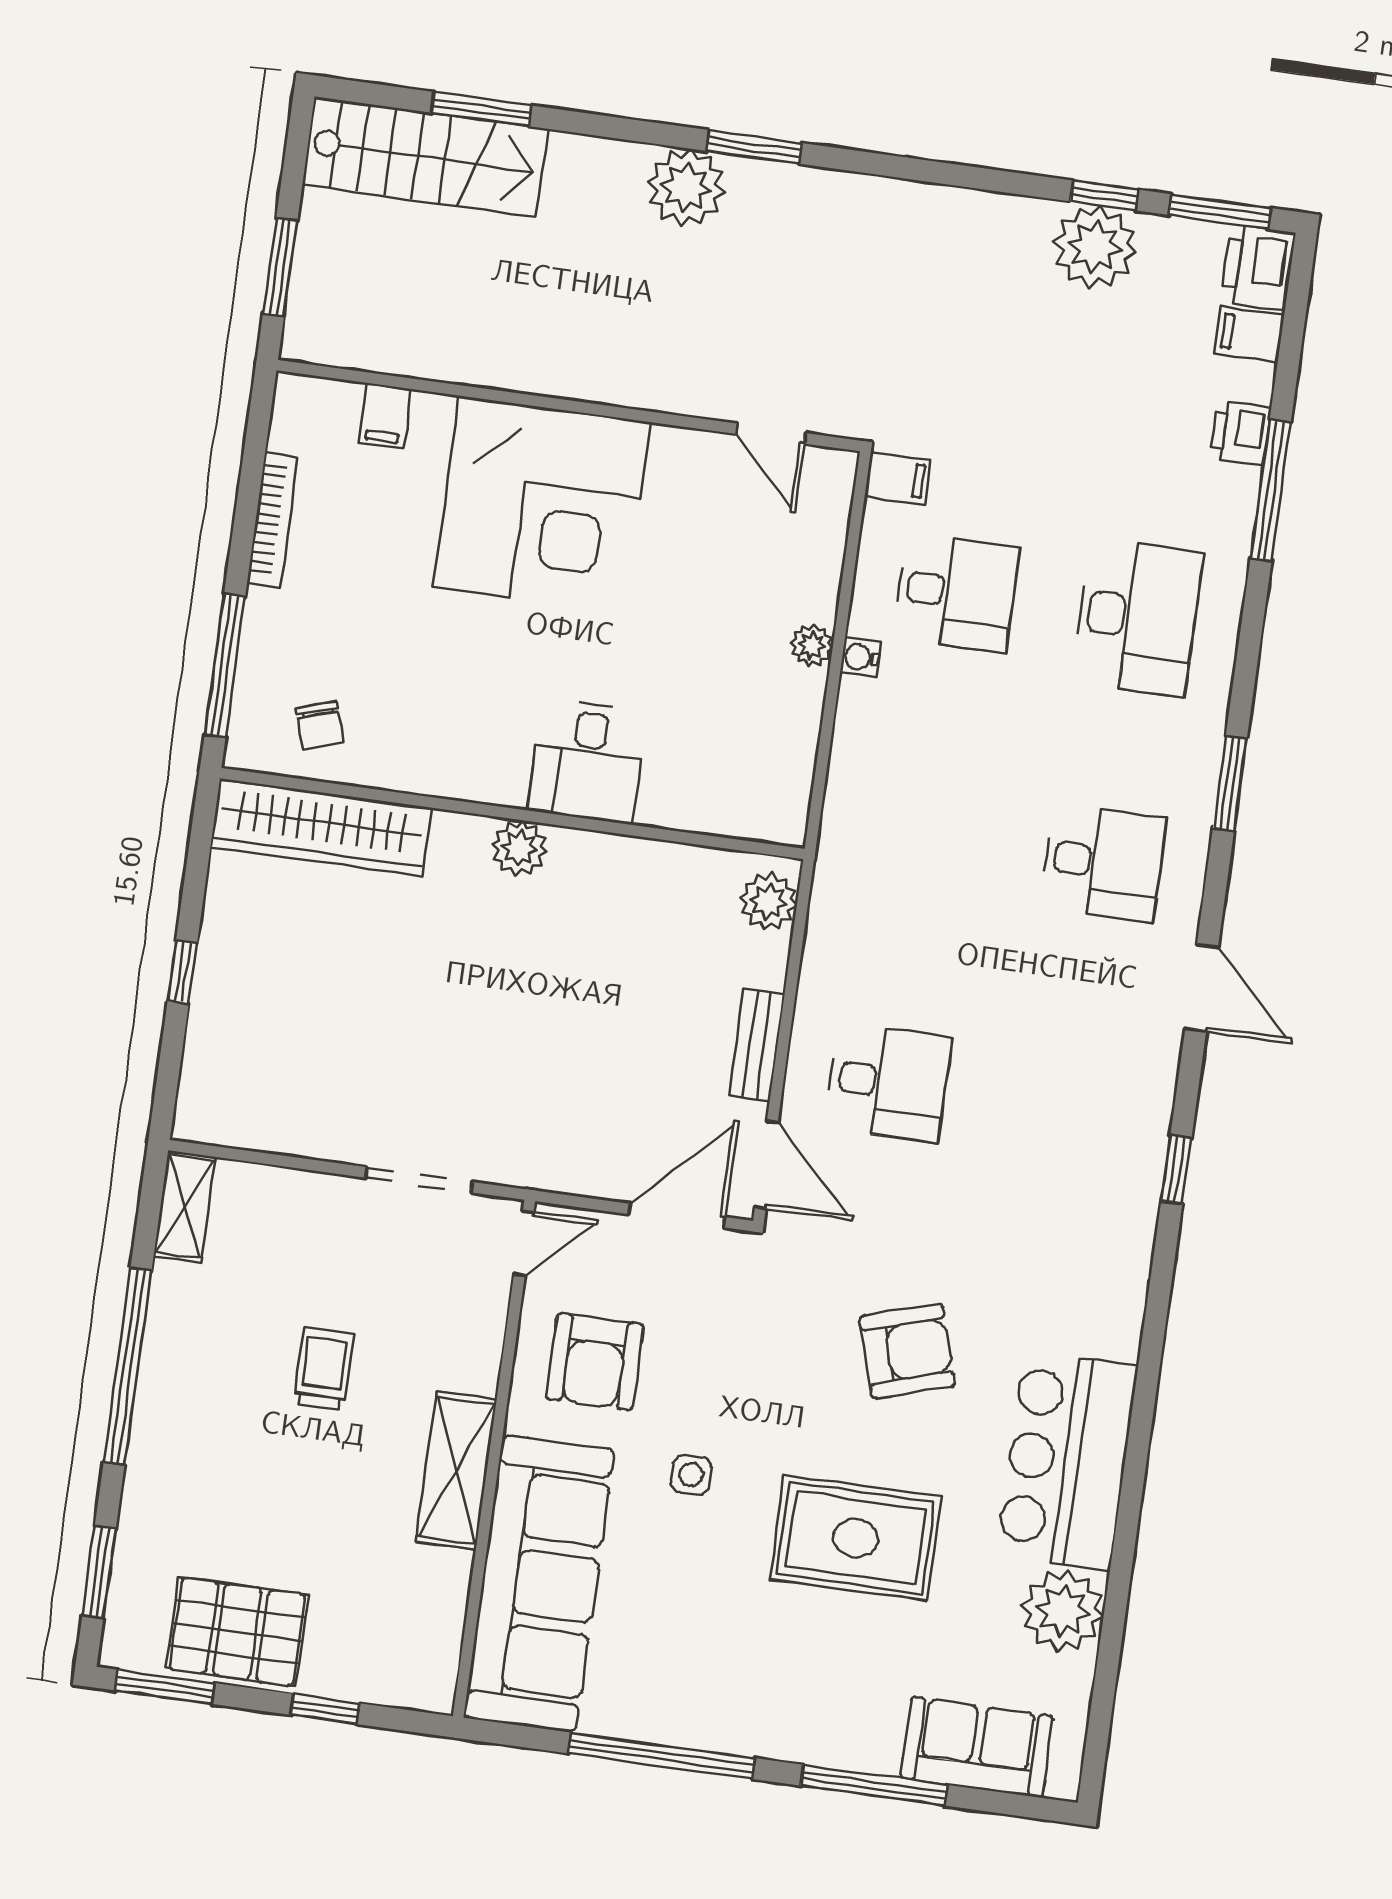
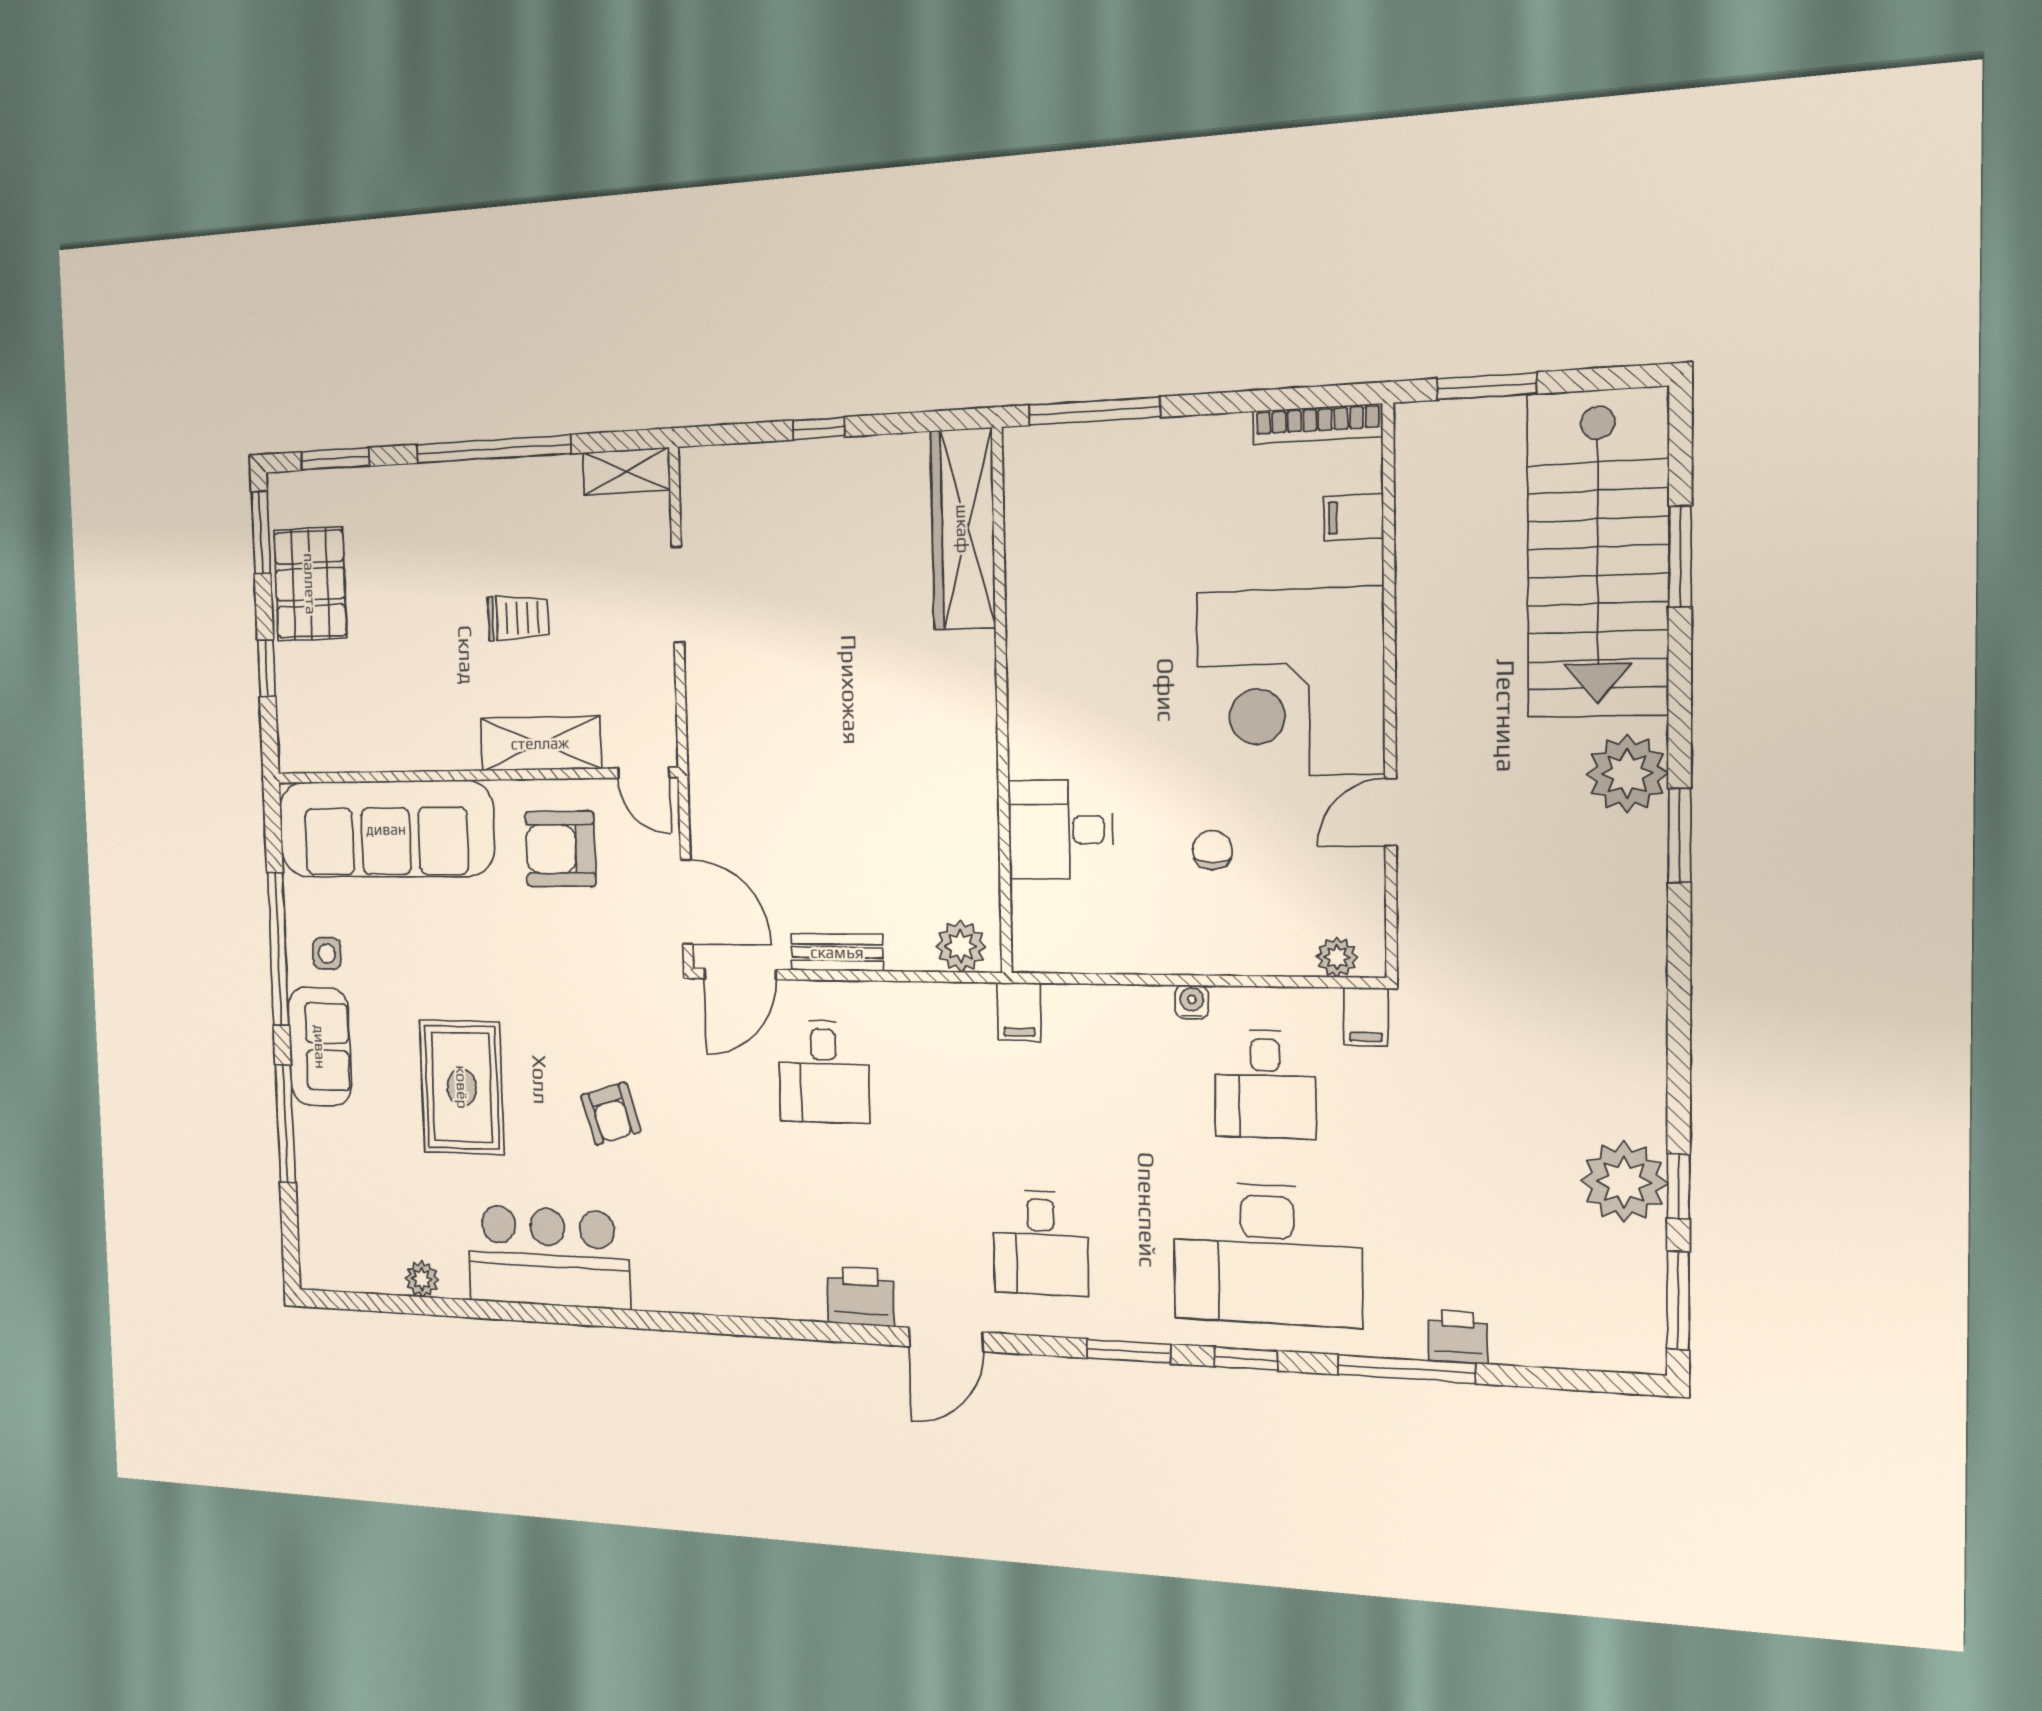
stairs: (425, 157) -> (1598, 554), width x1.36, depth x1.51
printer: (1258, 267) -> (861, 1296), moved
filing cabinet: (1250, 334) -> (1019, 1012), moved, turned 180
door: (771, 434) -> (1391, 812), moved
bookcase: (273, 520) -> (1318, 424), moved
desk: (1137, 617) -> (1267, 1254), width x1.36, depth x1.30
plant: (812, 645) -> (1337, 957), moved
chair: (320, 725) -> (1212, 850), moved, turned 108
desk: (588, 761) -> (1060, 830), moved
plant: (519, 848) -> (973, 714), removed
window: (1176, 1169) -> (1246, 1359), moved
doorway: (419, 1180) -> (678, 595), moved
armchair: (907, 1351) -> (611, 1114), width x0.72, depth x0.72
shelving: (456, 1470) -> (540, 743), moved
side table: (691, 1475) -> (327, 953), moved
plant: (1063, 1611) -> (422, 1279), width x0.53, depth x0.53
sofa: (977, 1747) -> (320, 1047), moved

